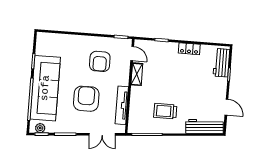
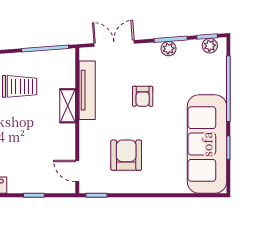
shelving: (137, 74) -> (68, 106), moved
sofa: (45, 88) -> (207, 144), moved
armchair: (86, 99) -> (143, 96), width x0.53, depth x0.53
plant: (67, 128) -> (169, 49), added

